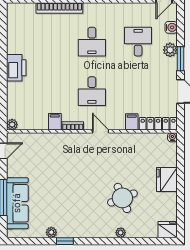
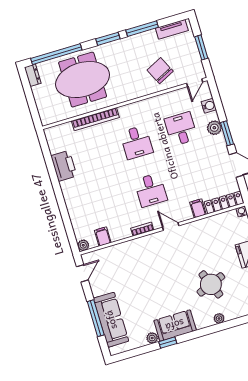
printer: (16, 68) -> (64, 166), moved
filing cabinet: (55, 122) -> (103, 237), moved
sofa: (77, 227) -> (175, 325), added

